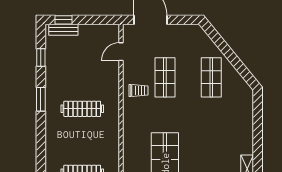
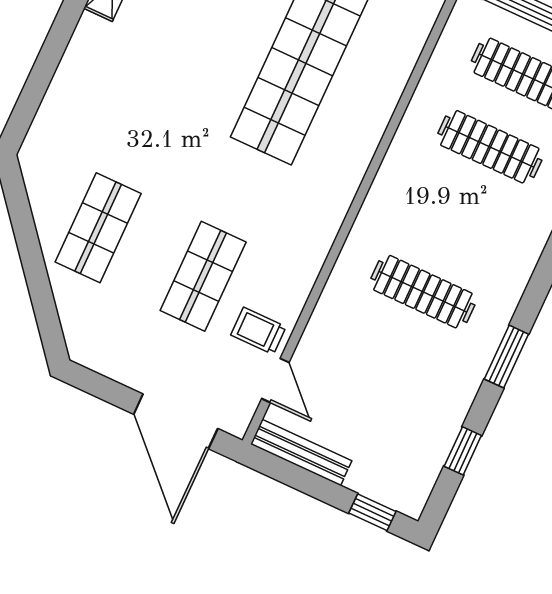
bench: (63, 30) -> (301, 452), moved, width x1.36
door: (121, 52) -> (275, 380), hinge flipped
trolley: (139, 91) -> (258, 331), moved

